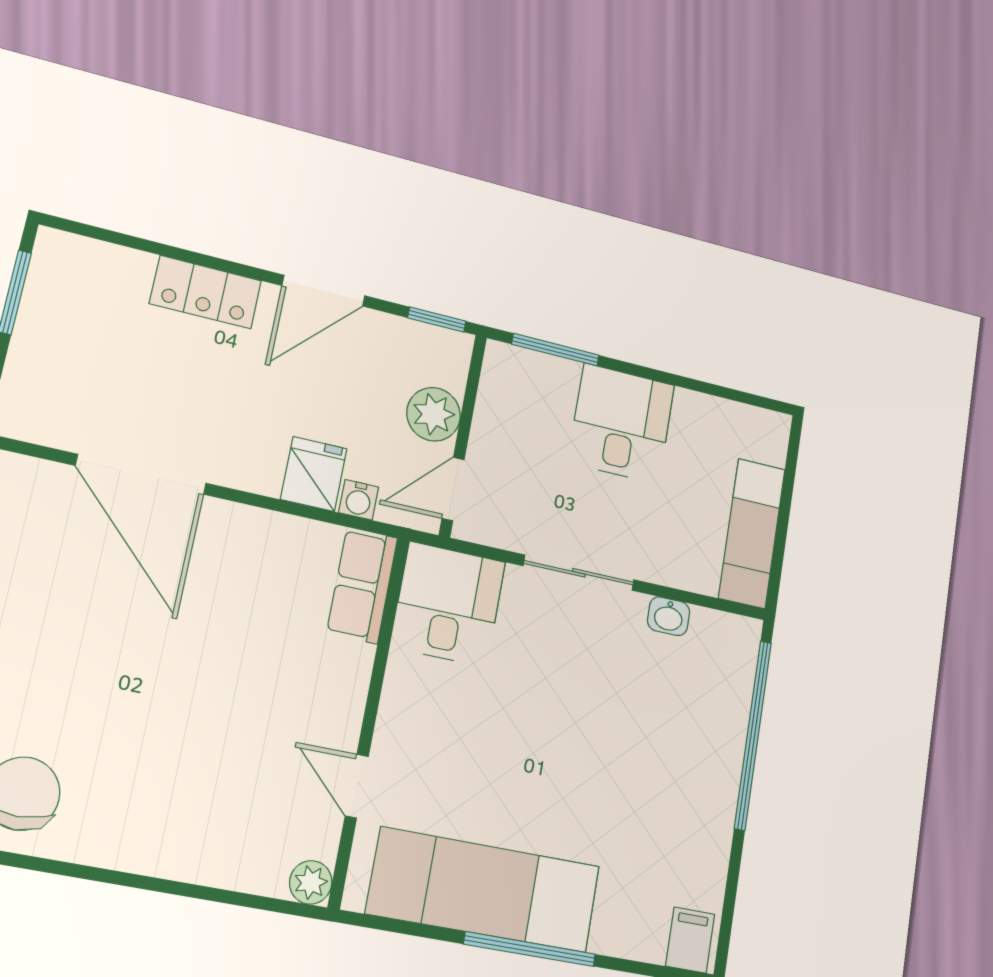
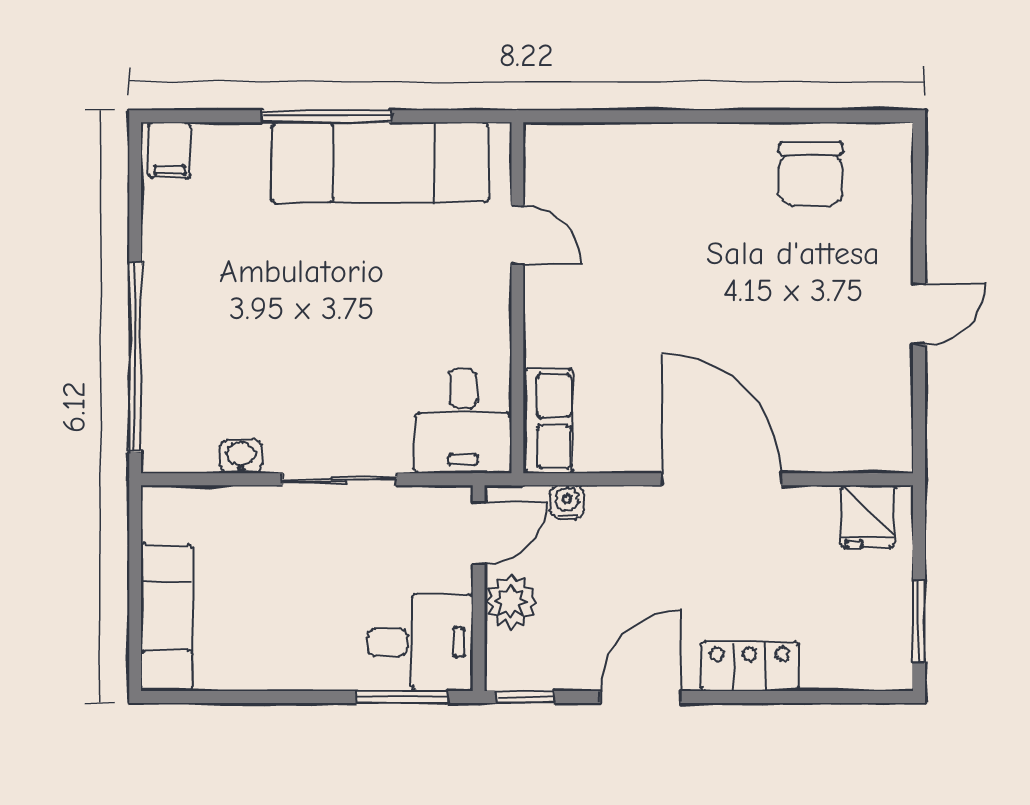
desk: (621, 424) -> (420, 642), moved, turned -90
door: (141, 474) -> (721, 479), moved
fridge: (314, 474) -> (868, 516), moved
exam couch: (752, 533) -> (167, 618), moved
plant: (311, 882) -> (543, 142), removed

